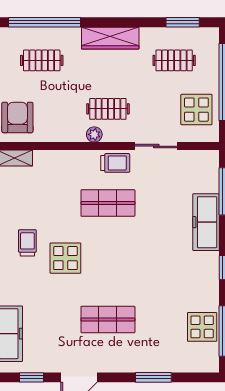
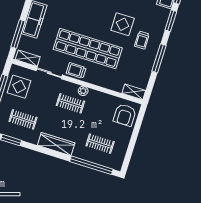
shelving: (197, 158) -> (28, 58), added
shop shelf: (108, 203) -> (88, 49), width x2.00, depth x1.36

